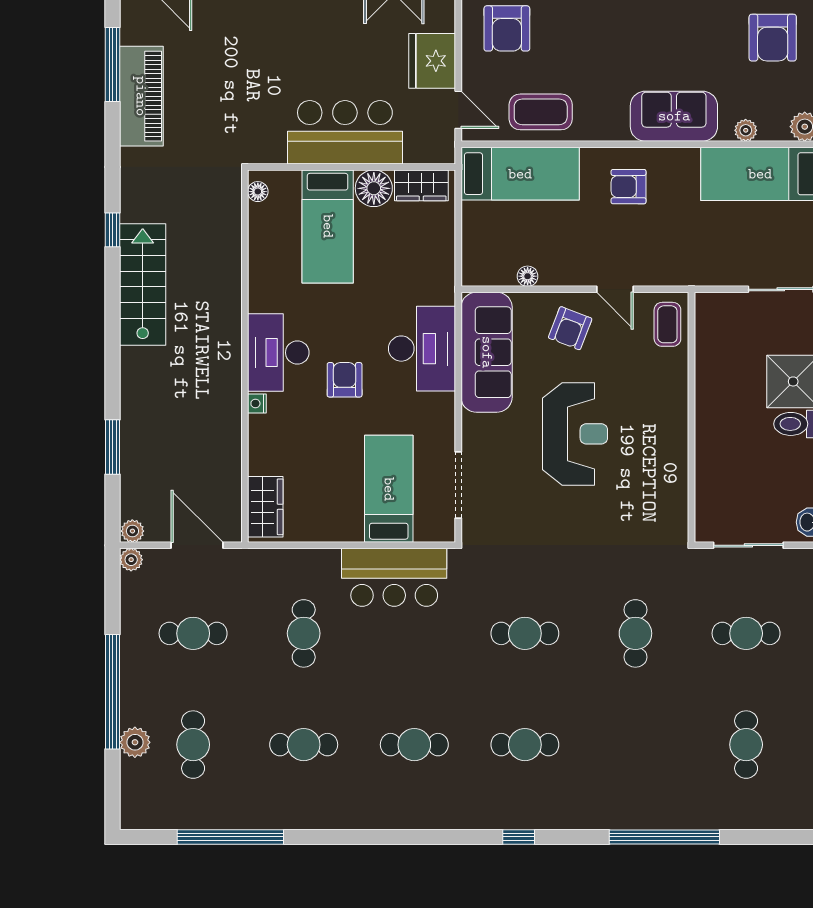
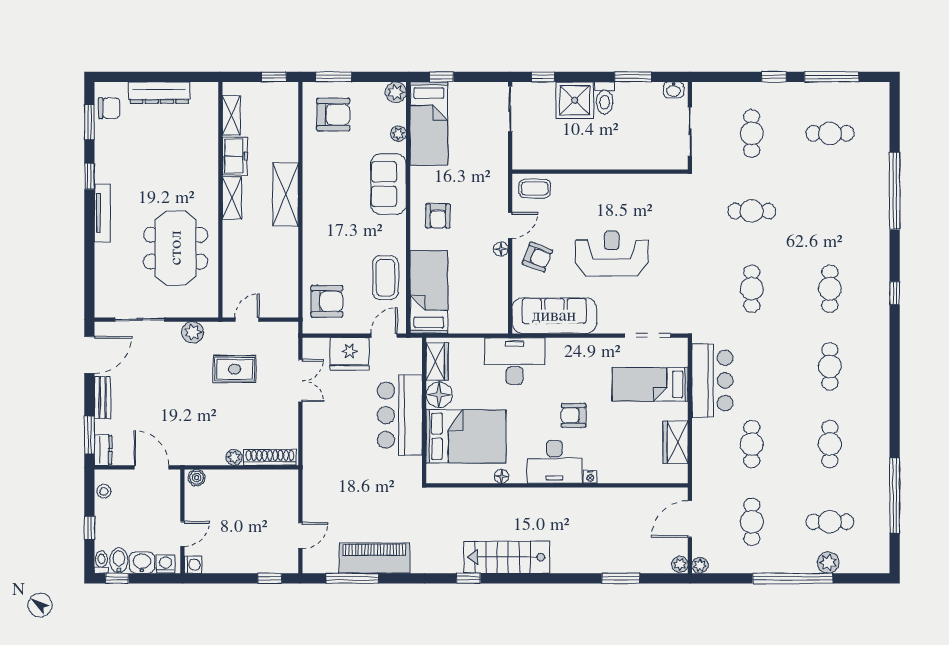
floor lamp: (258, 192) -> (502, 476), moved
bed: (328, 226) -> (466, 436), width x1.50
floor lamp: (528, 276) -> (501, 249), moved
desk: (422, 349) -> (515, 361), moved
wardrobe: (265, 507) -> (676, 442), moved, turned -90
cafe table: (304, 633) -> (752, 444), turned 90

